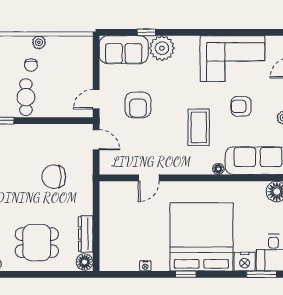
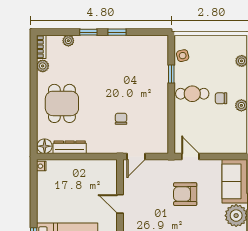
door: (96, 140) -> (136, 157), moved
chair: (54, 177) -> (121, 119), width x0.54, depth x0.54
nightstand: (145, 266) -> (41, 166), moved

